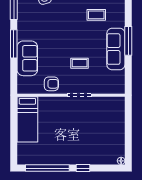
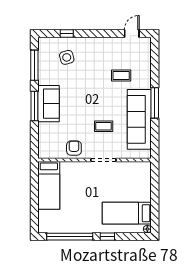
sofa: (116, 49) -> (139, 119), width x1.36, depth x1.27
sofa: (27, 58) -> (49, 104), moved
armchair: (51, 84) -> (74, 148), turned -90
bed: (102, 146) -> (127, 213), added

